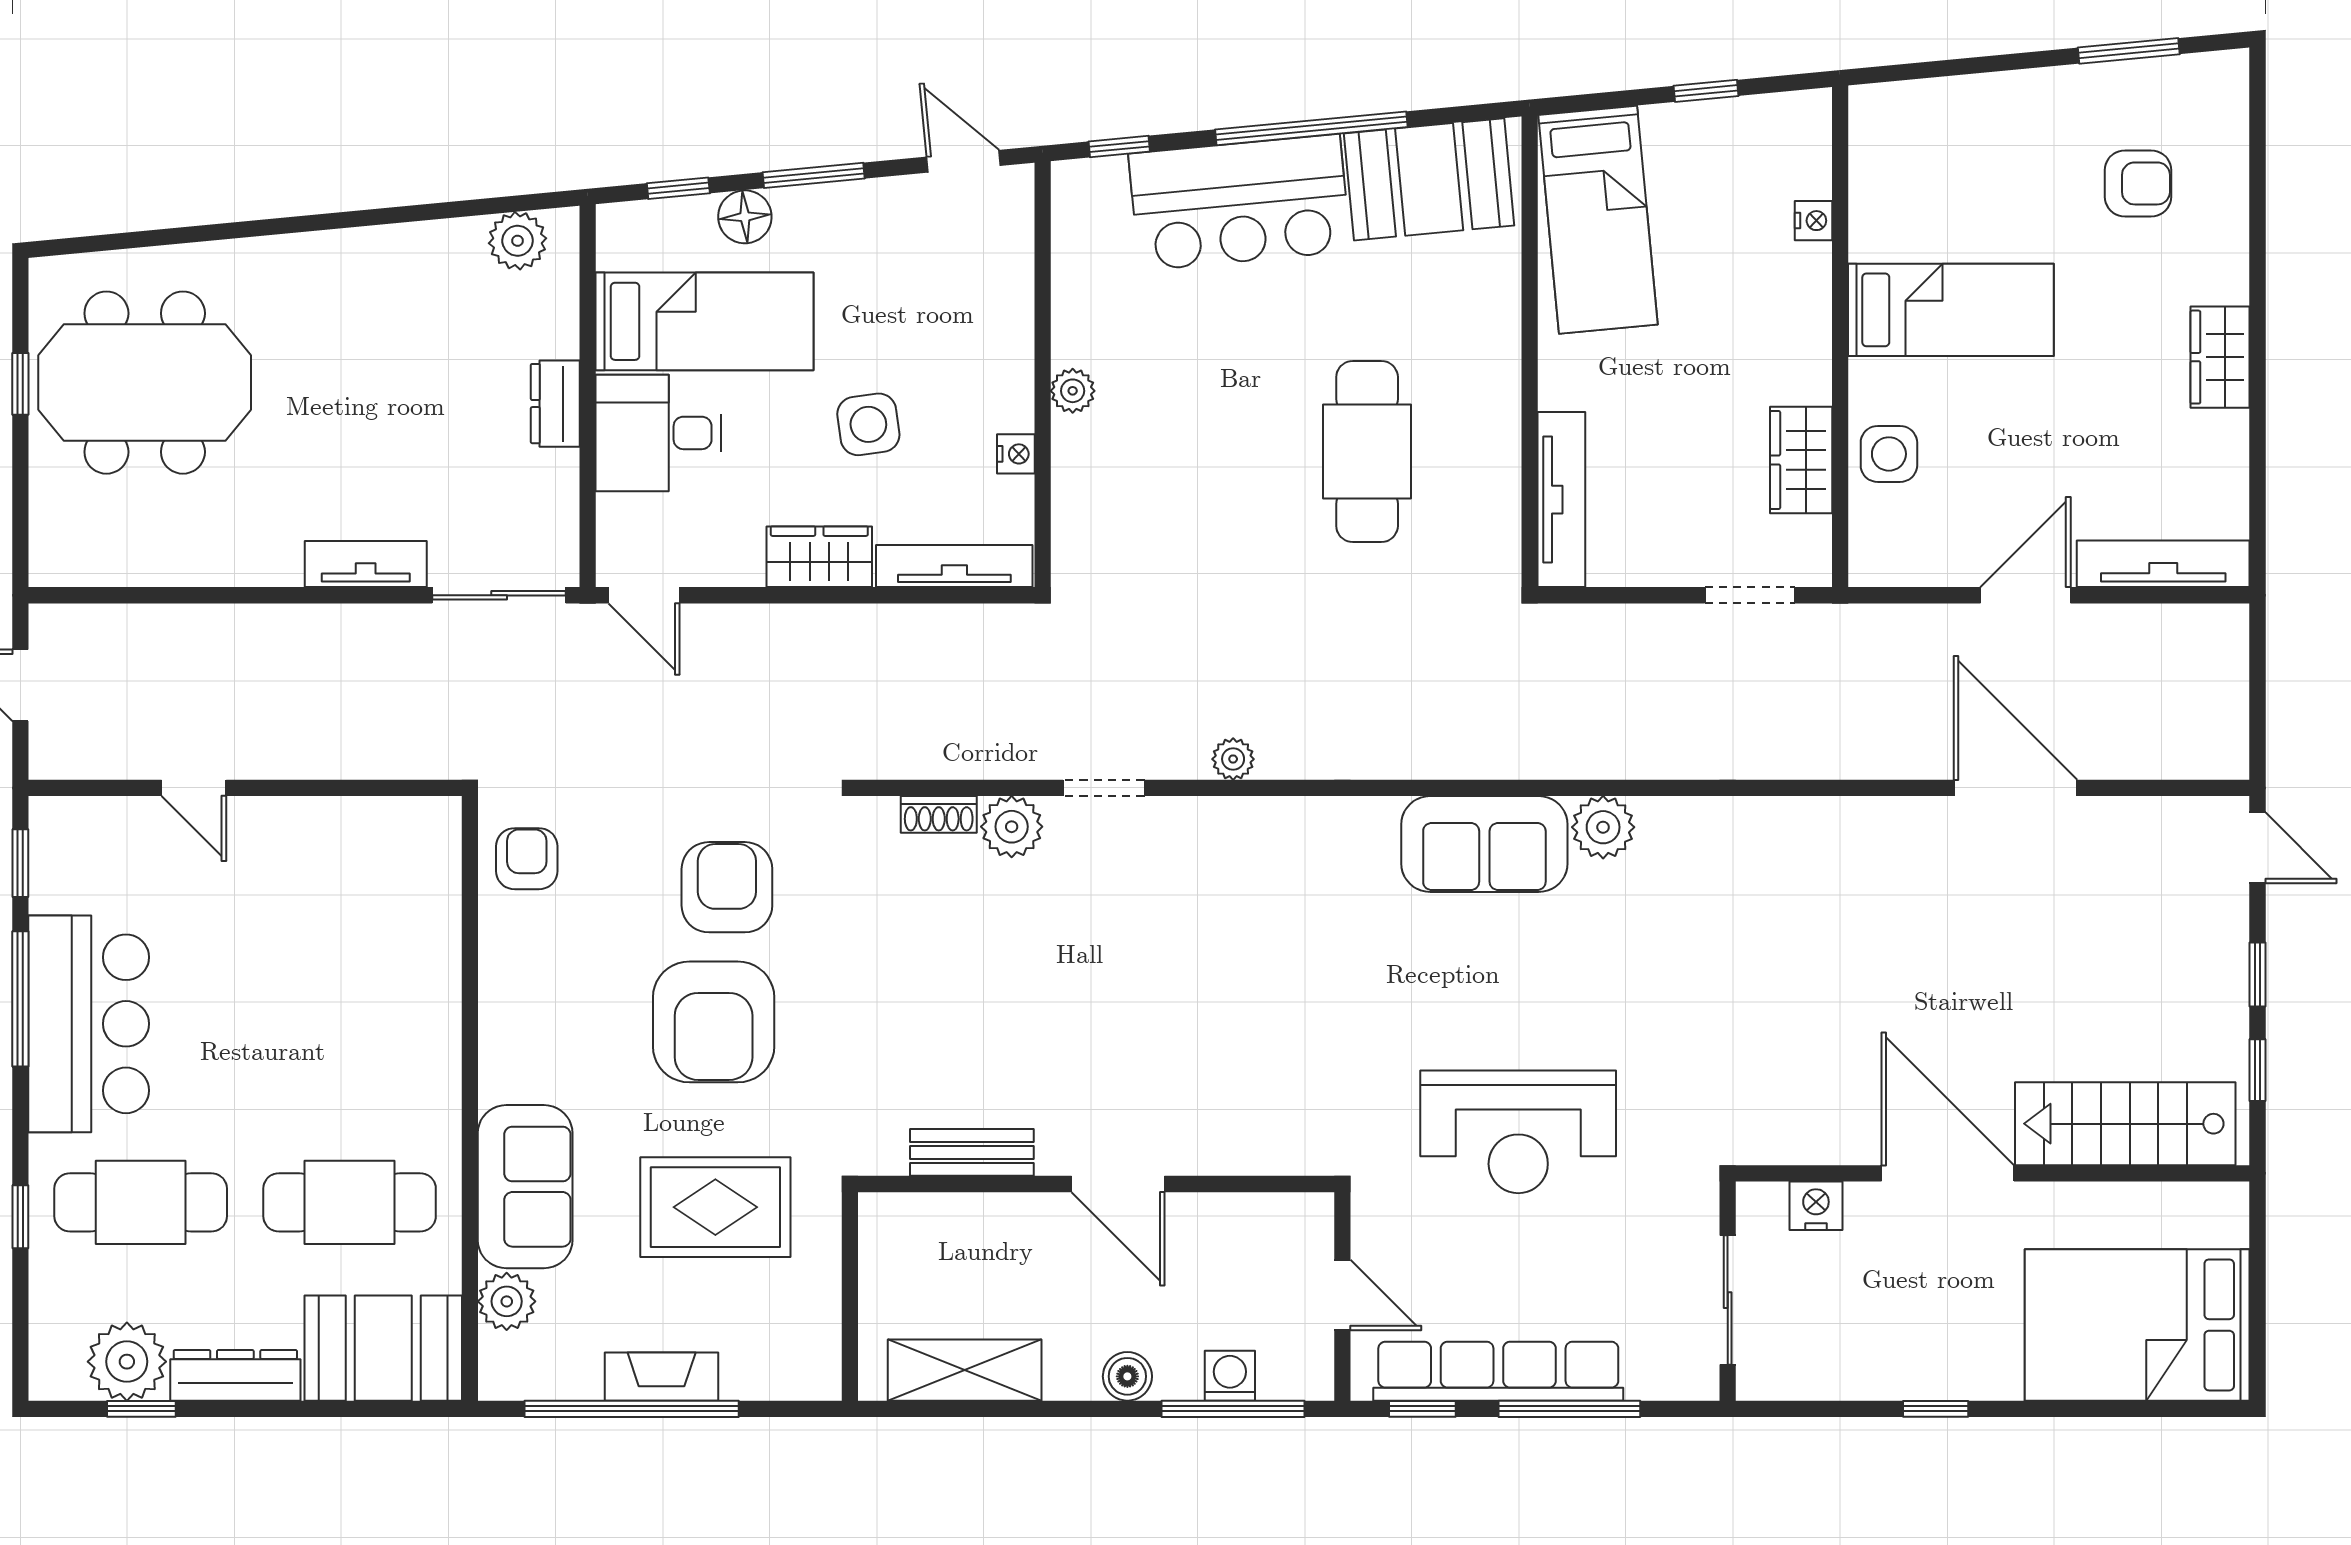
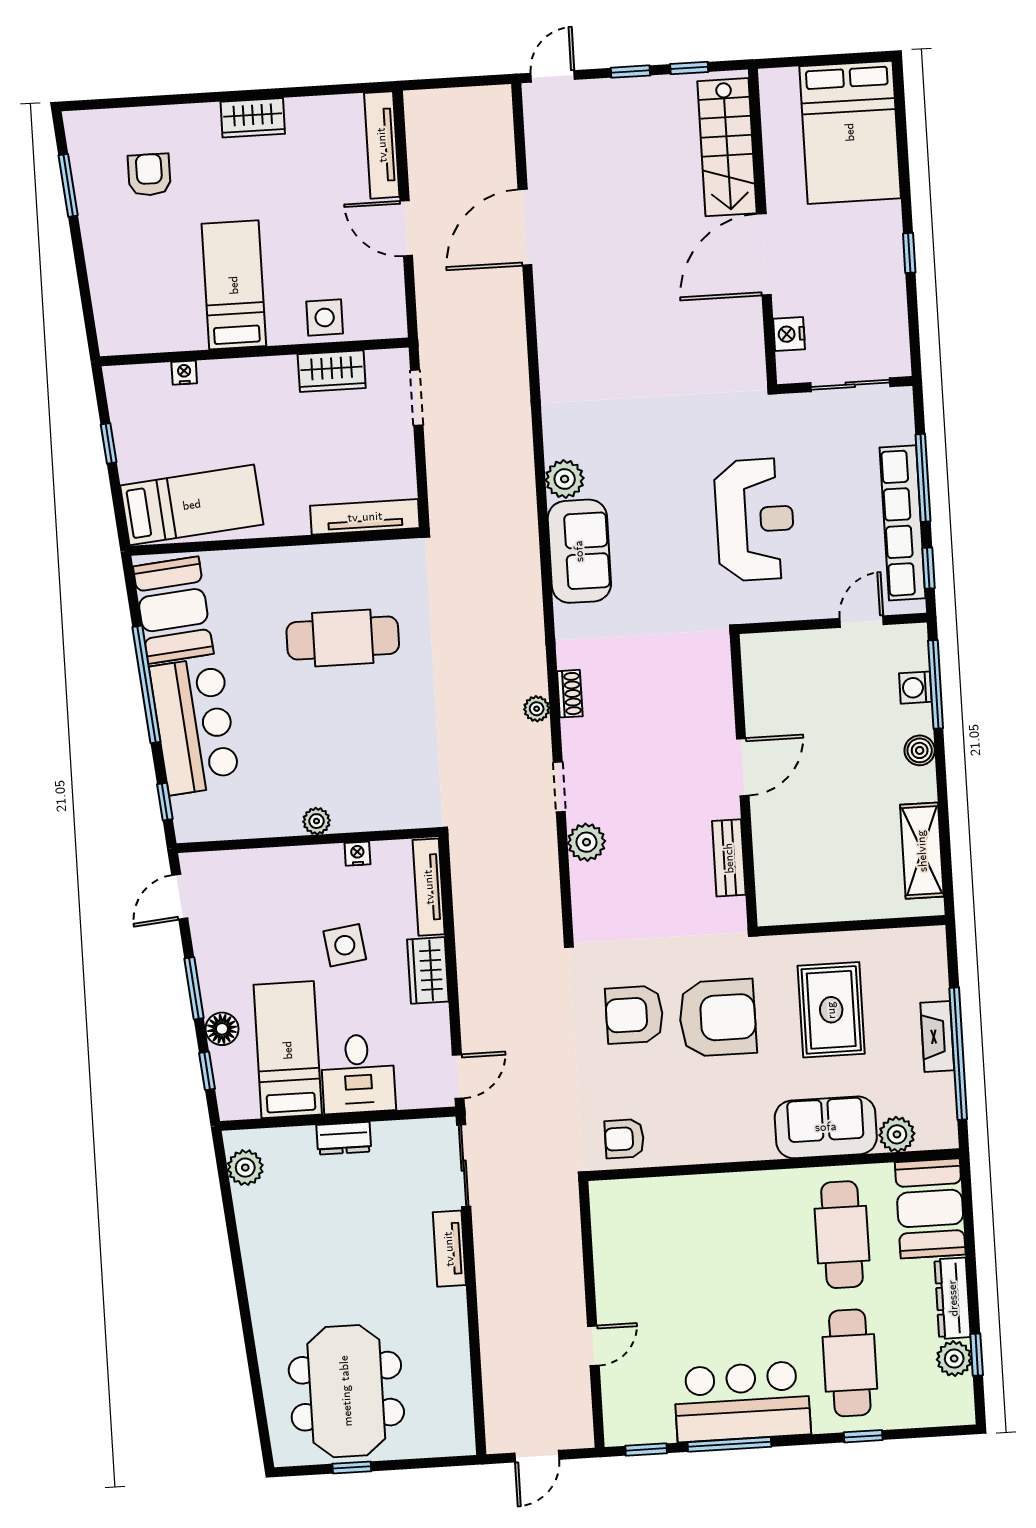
shoe rack: (939, 814) -> (570, 694), moved
bench: (972, 1152) -> (729, 858), moved
wall: (1096, 1184) -> (744, 781), moved
door: (1118, 1184) -> (743, 767), moved
plant: (127, 1362) -> (954, 1359), width x0.73, depth x0.73

